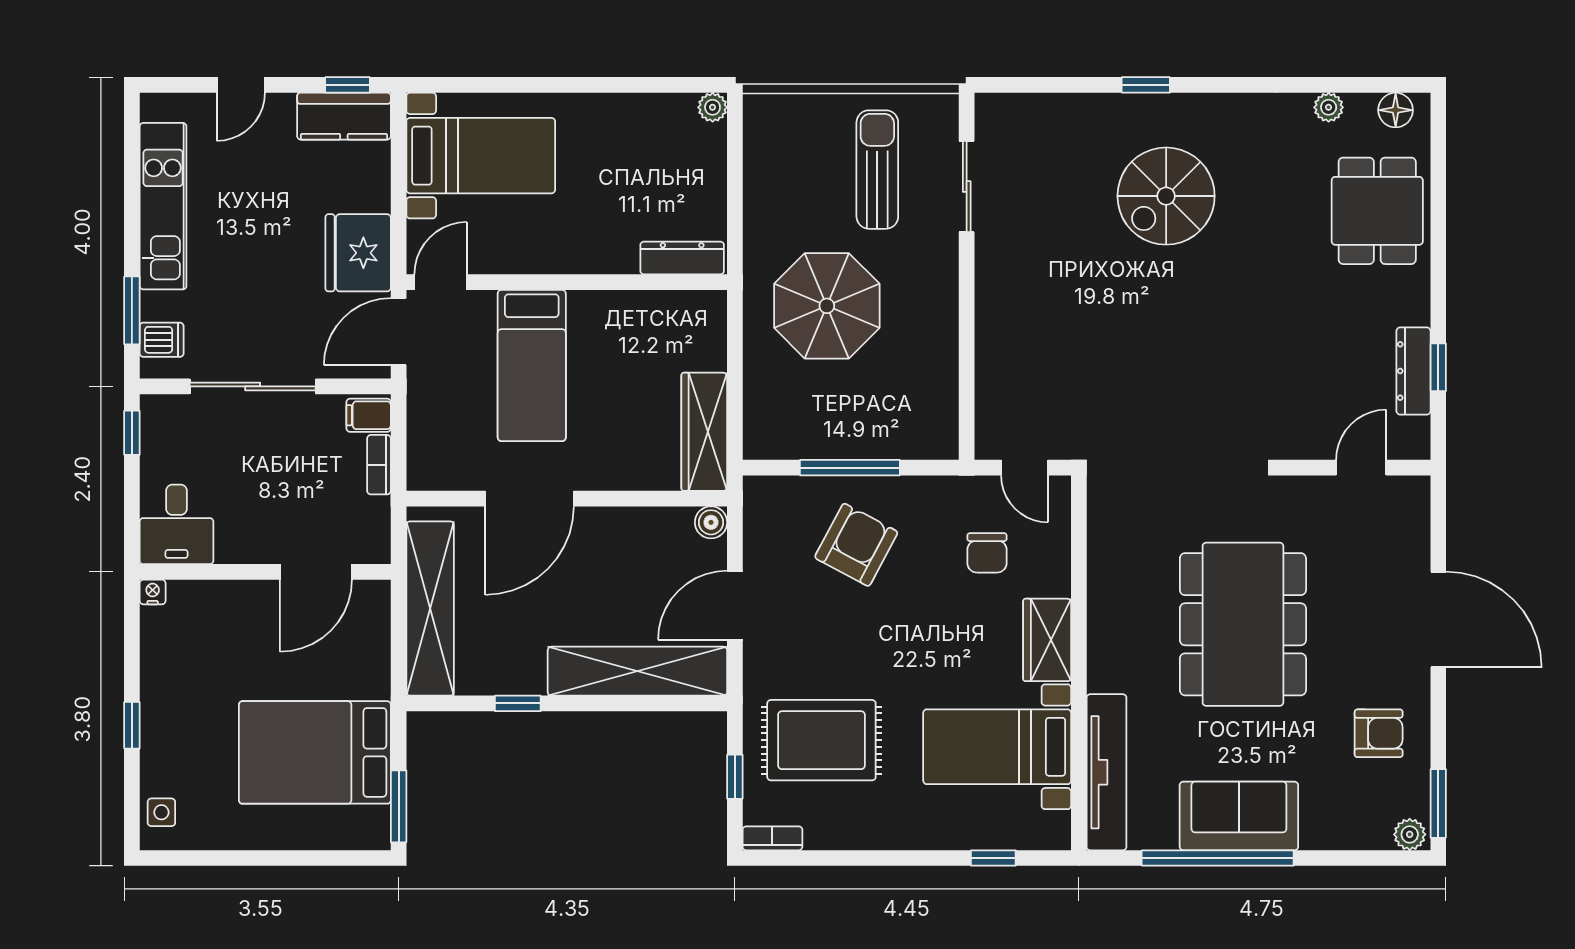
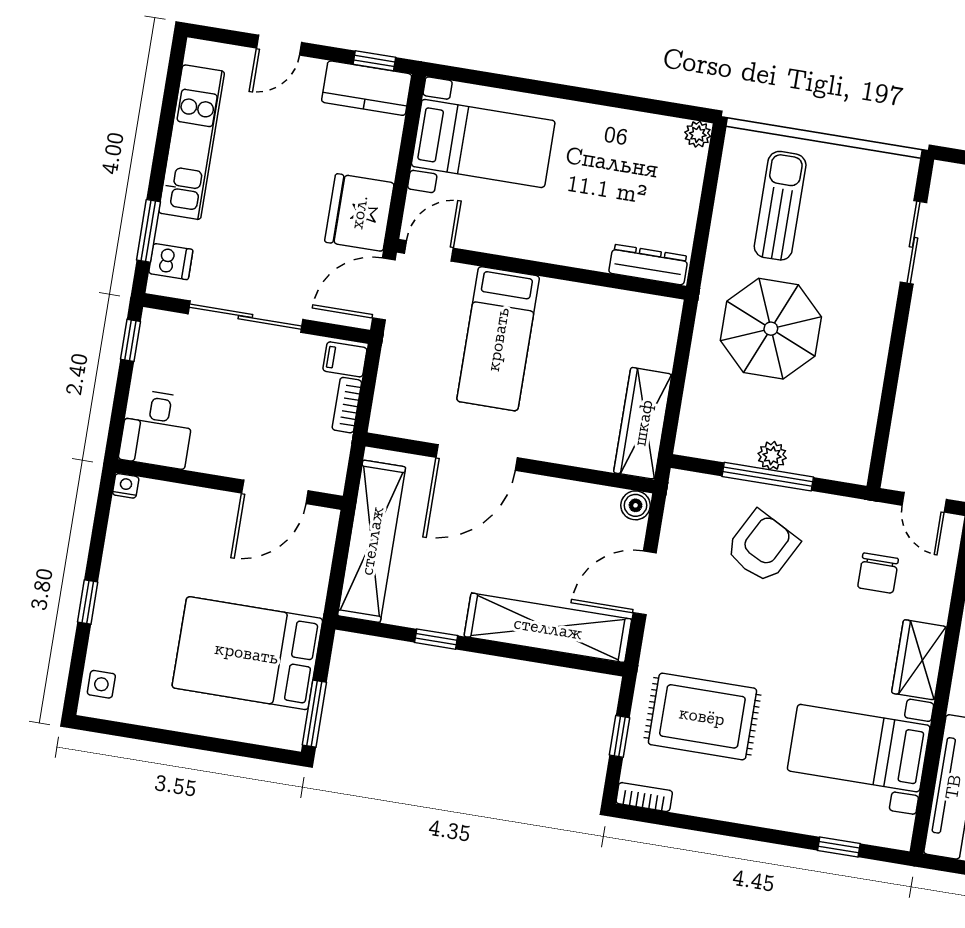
sun lounger: (877, 170) -> (780, 206), moved
plant: (851, 444) -> (772, 456), added

